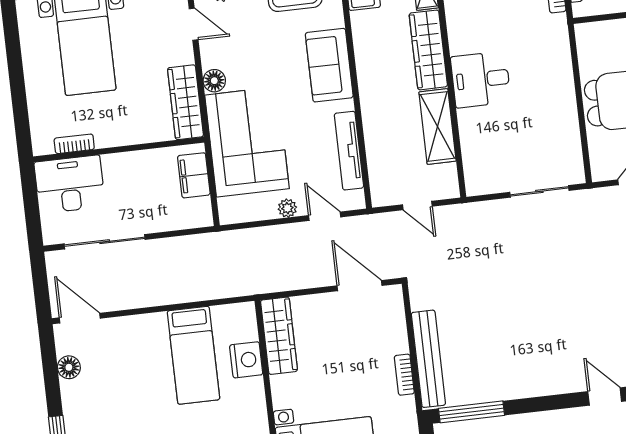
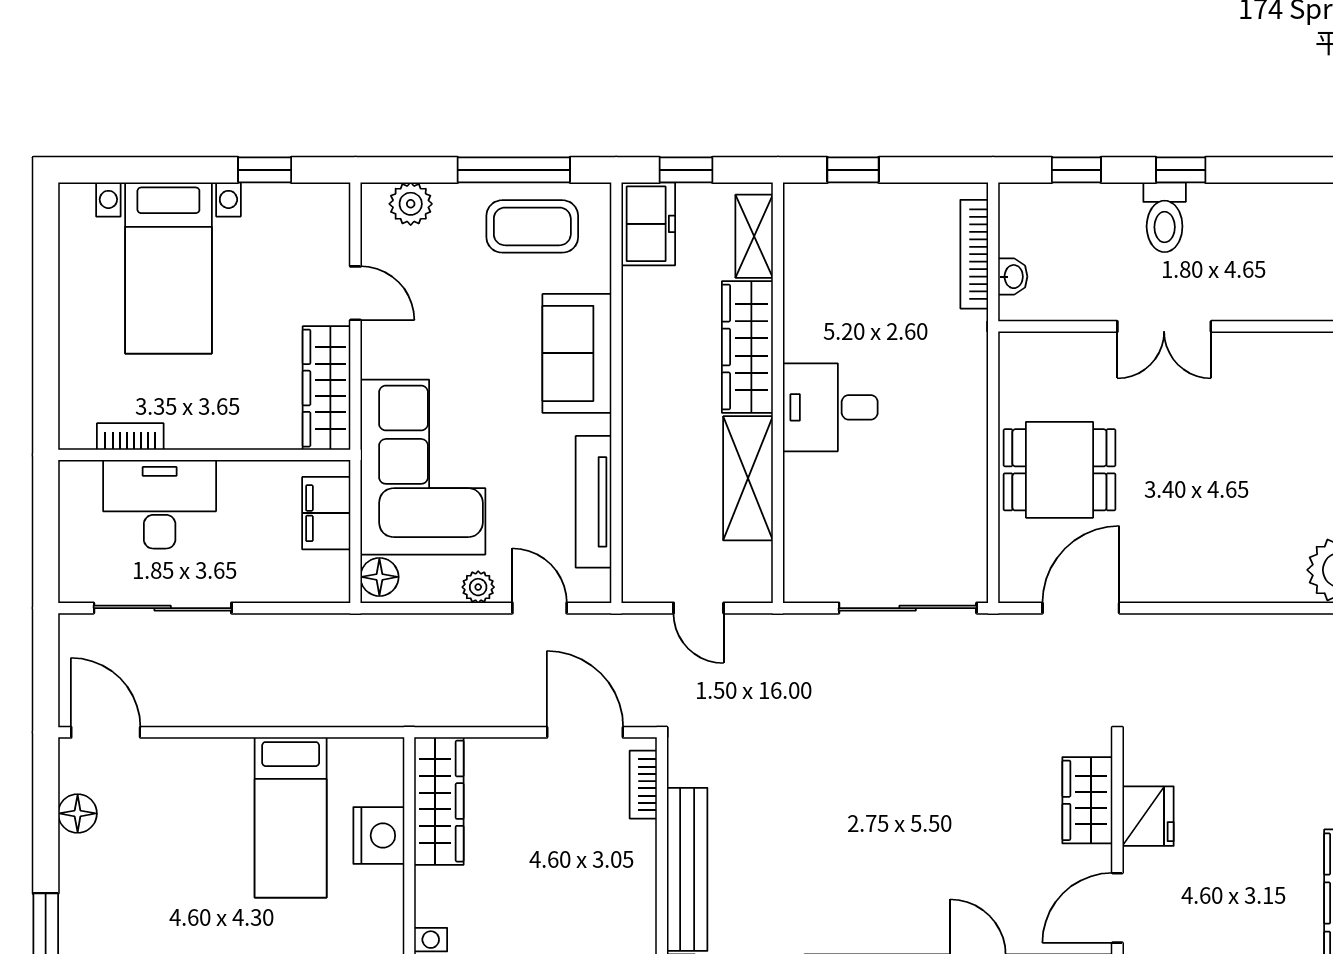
door: (194, 24) -> (355, 293), moved
floor lamp: (214, 81) -> (379, 577), moved
desk: (70, 184) -> (160, 504), moved
sliding door: (539, 191) -> (908, 608), width x1.37
bookcase: (404, 375) -> (643, 785), moved

